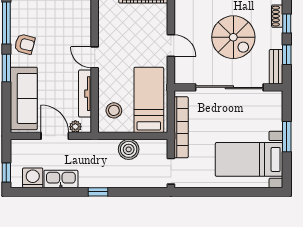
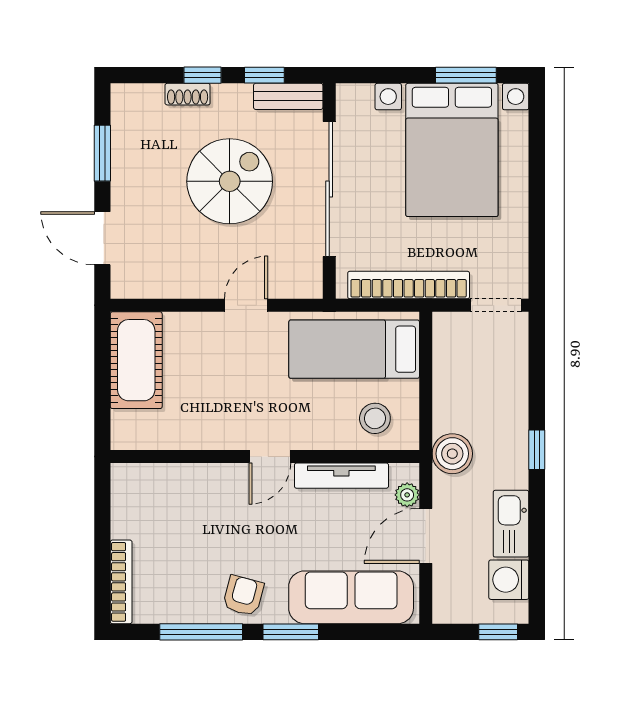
window: (287, 137) -> (466, 75), moved
boiler: (129, 149) -> (452, 454), moved
bed with nightstands: (249, 159) -> (452, 150), width x1.36

